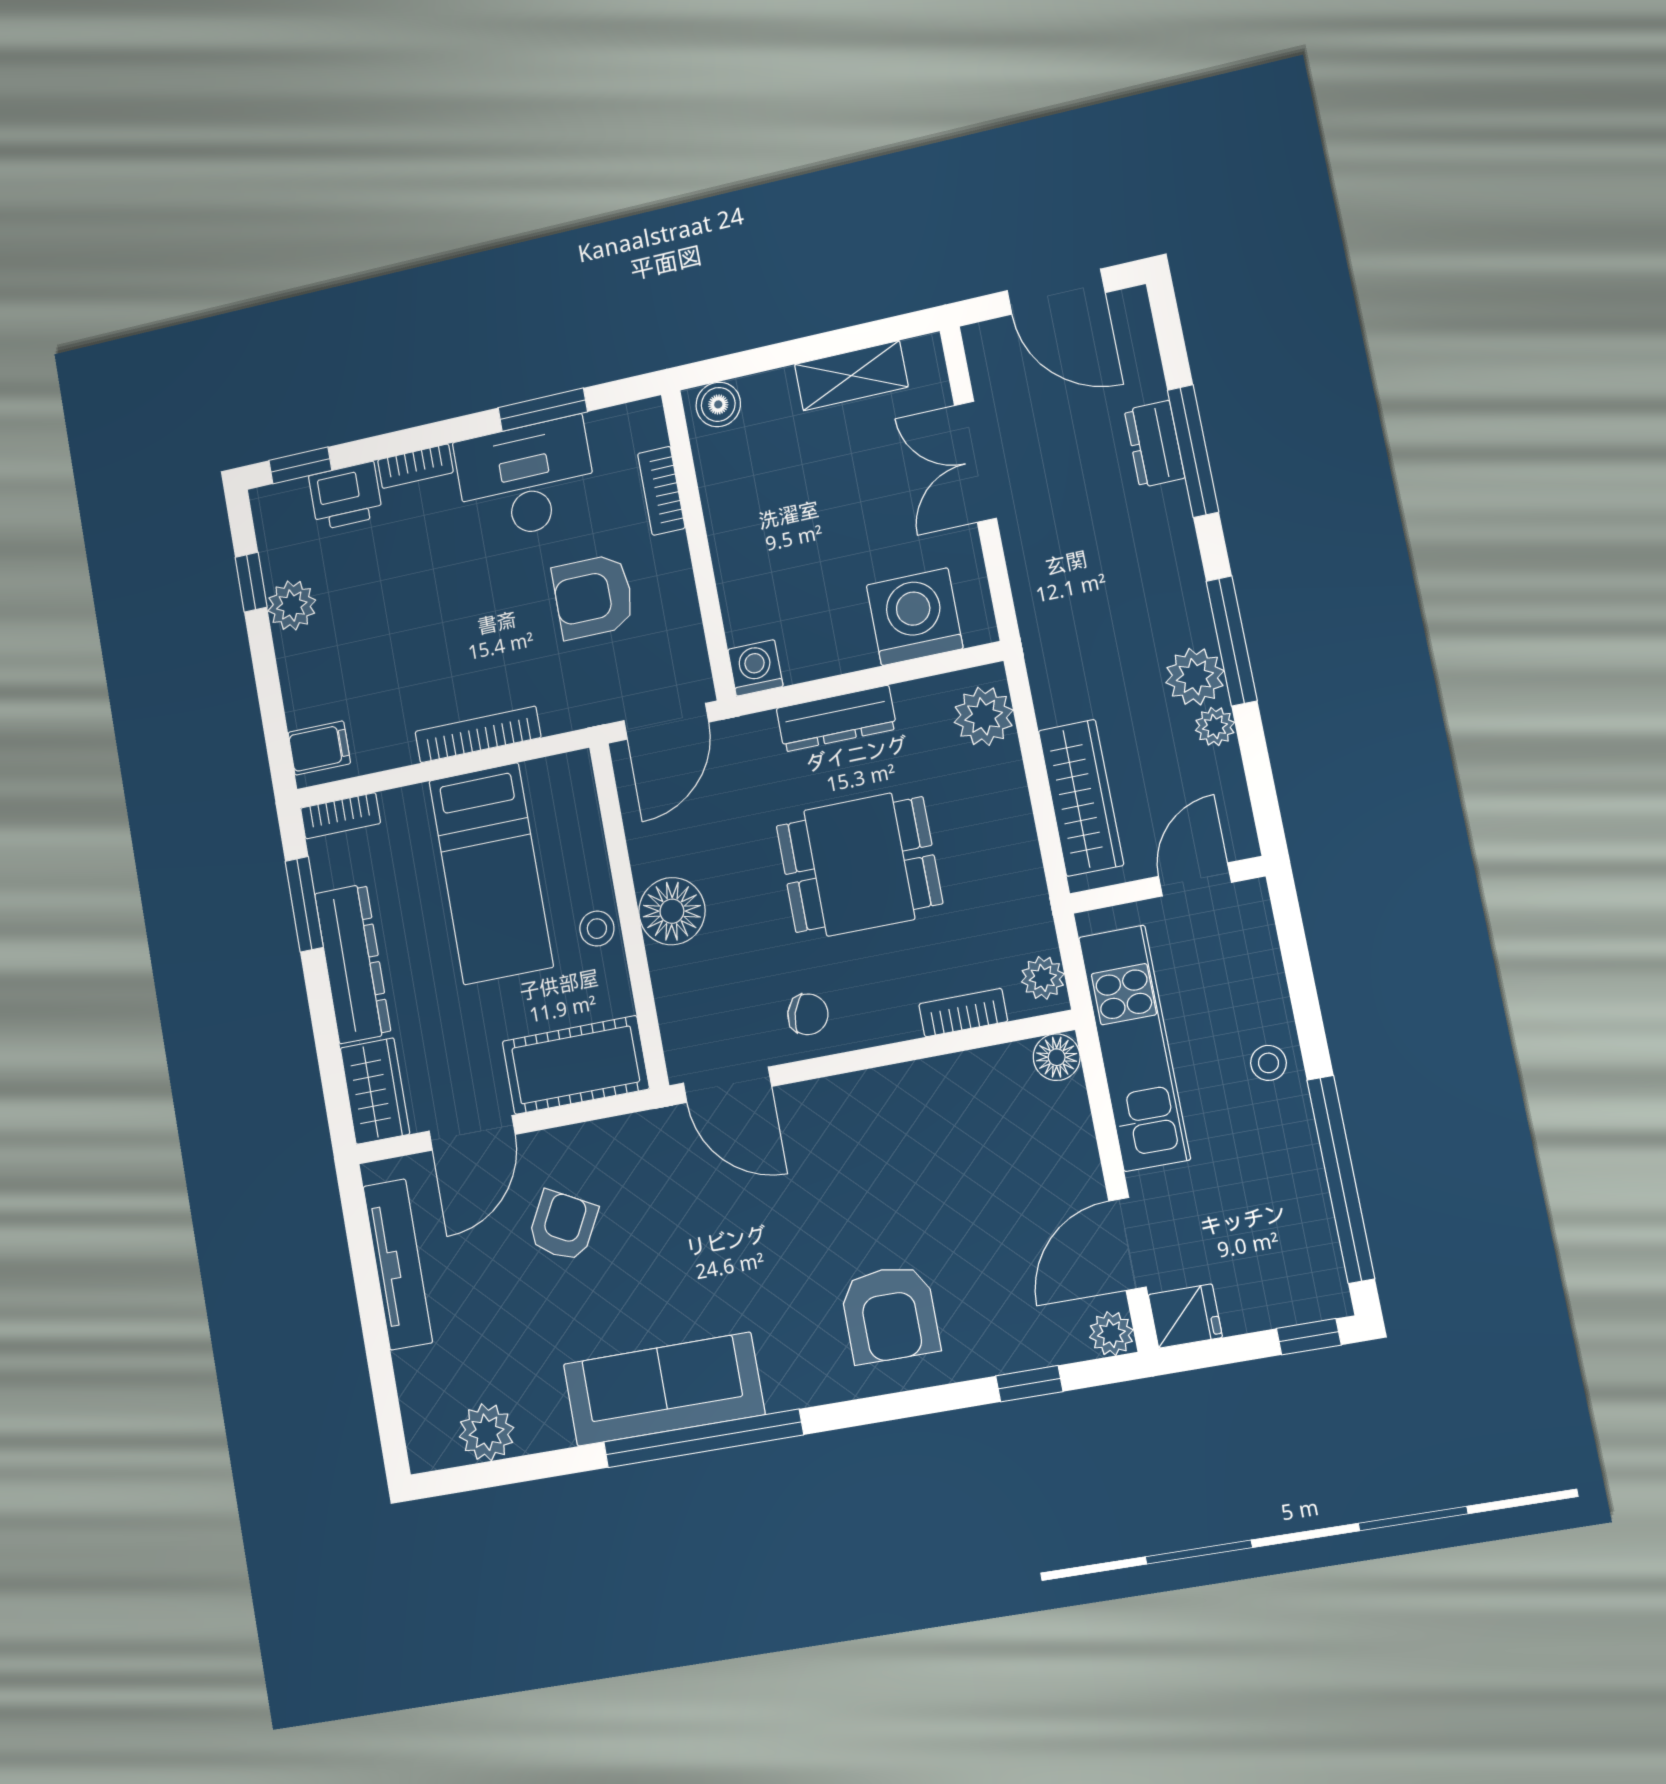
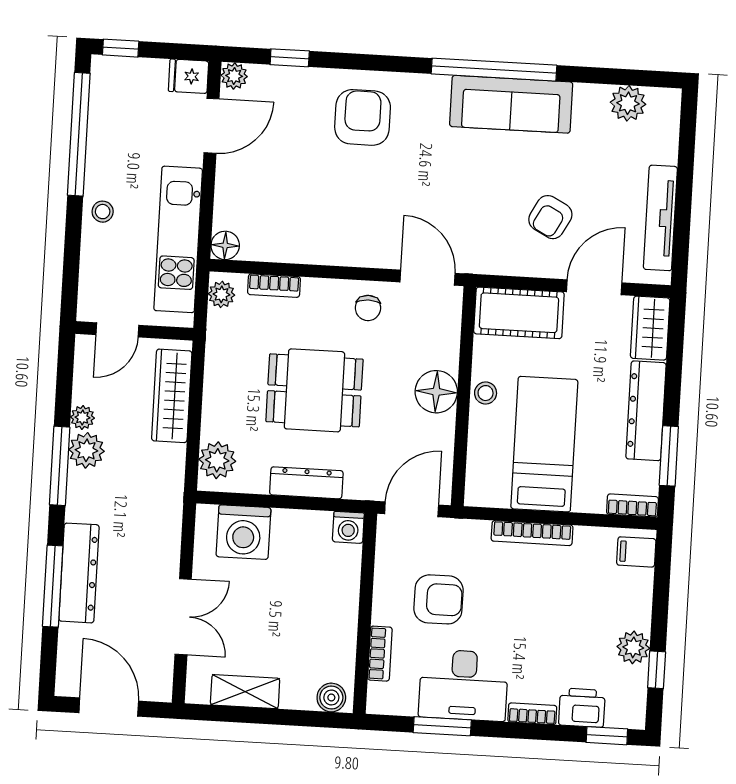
dresser: (1155, 444) -> (79, 573), width x1.96, depth x1.24
chair: (808, 1014) -> (368, 308), turned -107

